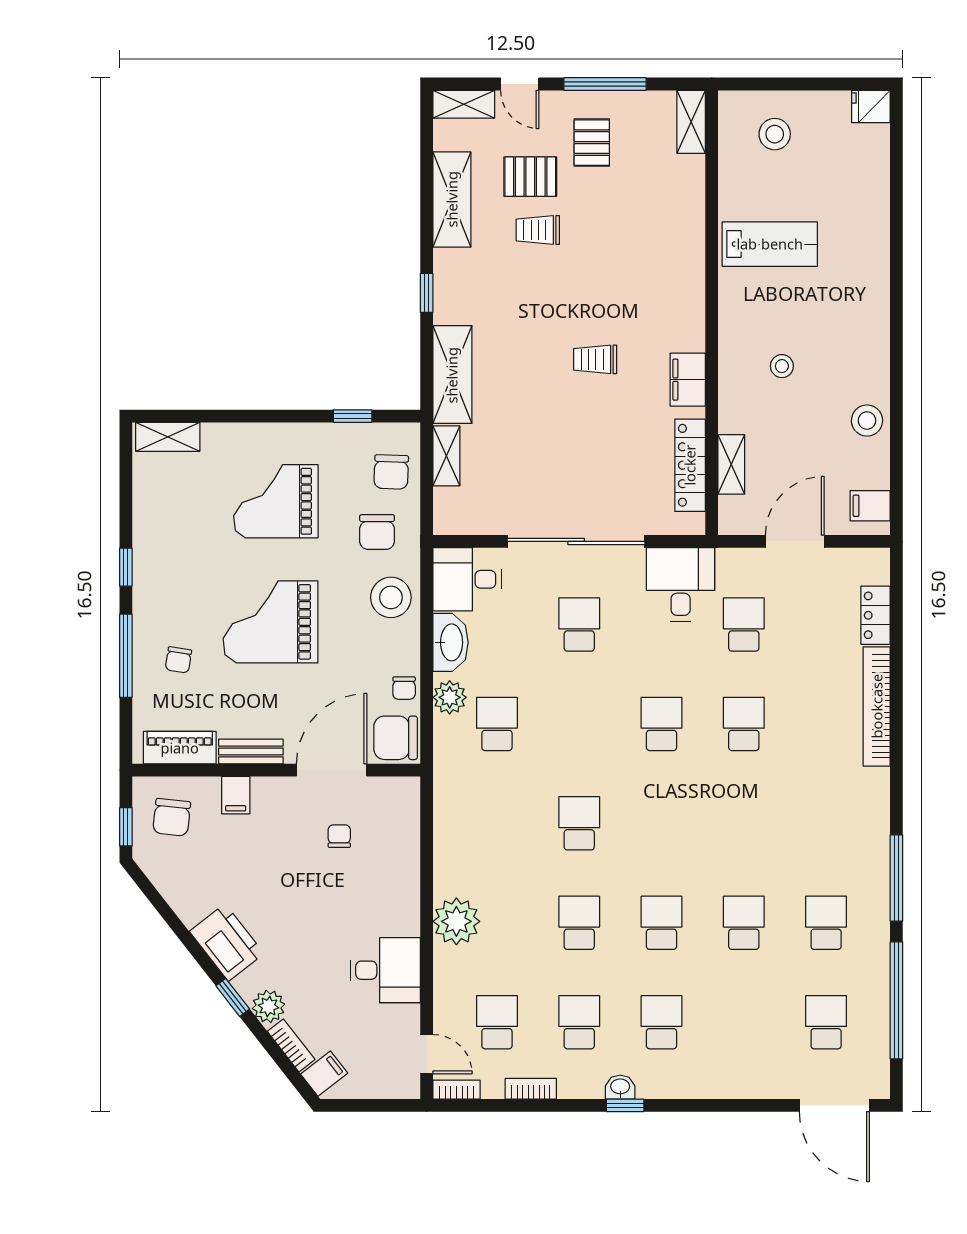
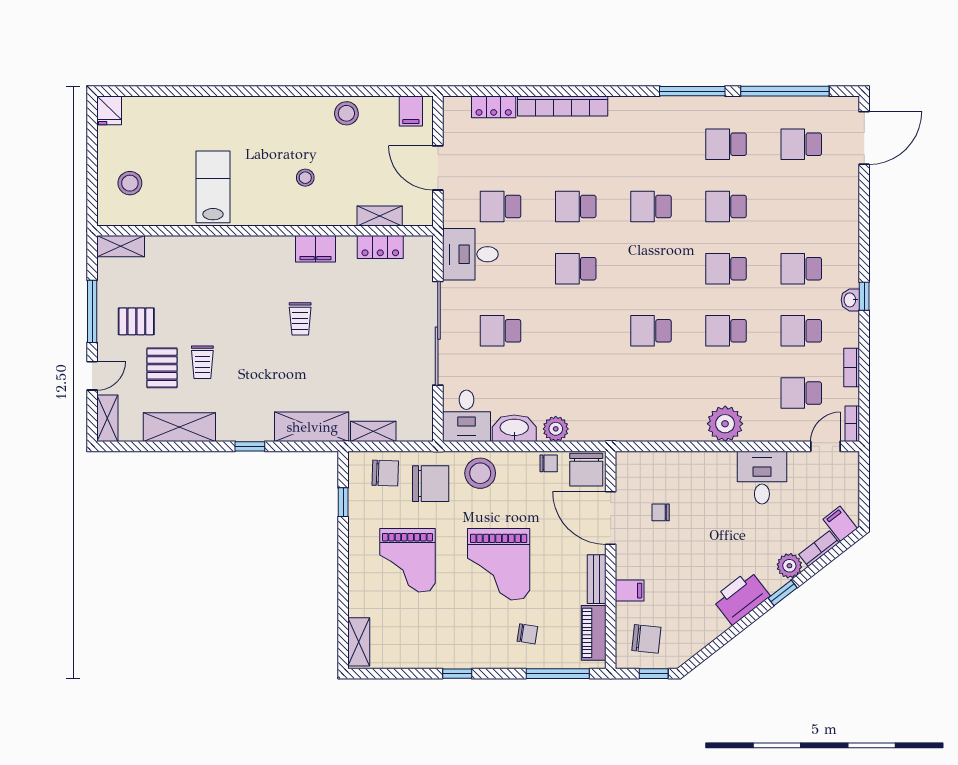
locker: (690, 465) -> (380, 247), width x0.66
chair: (377, 532) -> (431, 484), width x1.37, depth x1.37
window: (126, 656) -> (558, 674), moved
school desk: (497, 724) -> (651, 206), moved

